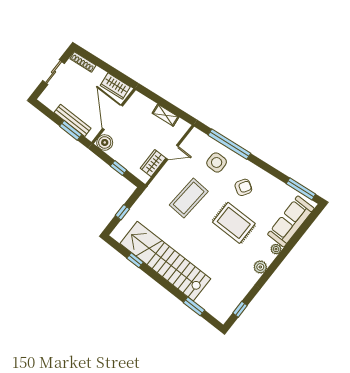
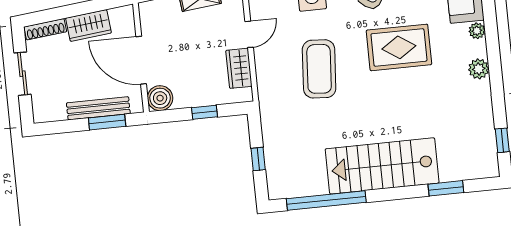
wardrobe: (115, 86) -> (88, 25), moved
window: (135, 260) -> (326, 200), width x3.17
stairs: (165, 261) -> (382, 166), width x0.73

